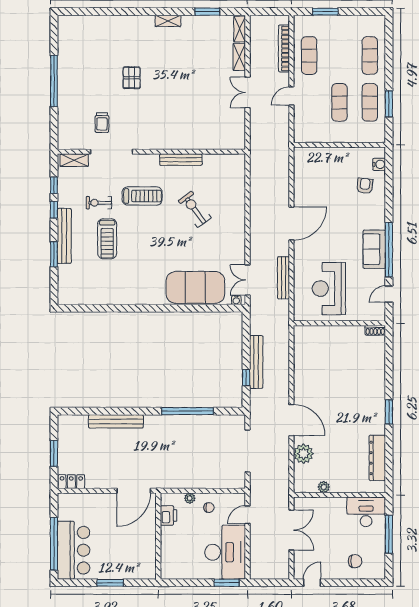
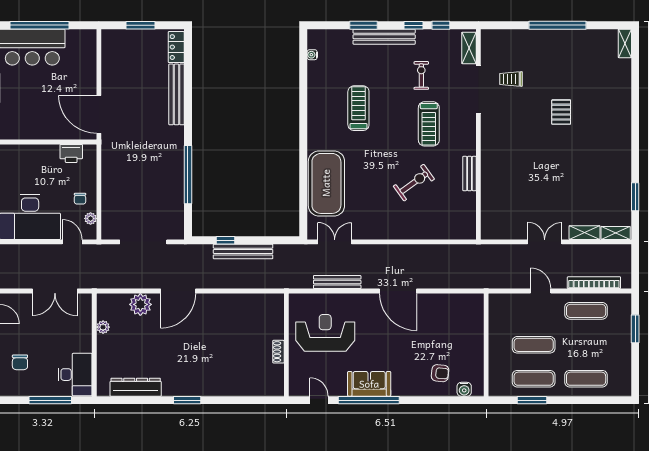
shelving: (168, 21) -> (625, 43), moved
pallet: (132, 78) -> (561, 112), turned 90
bench: (181, 160) -> (469, 173), width x0.73
treadmill: (107, 239) -> (358, 108), moved, turned 90
water cooler: (236, 300) -> (312, 55), moved
shoe rack: (375, 330) -> (278, 352), moved
locker: (71, 482) -> (176, 47), moved, turned 180
plant: (190, 498) -> (91, 218), moved

